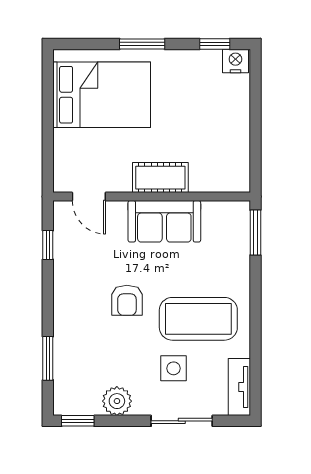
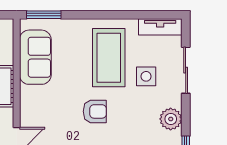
sofa: (164, 221) -> (35, 57), moved

